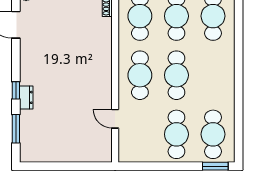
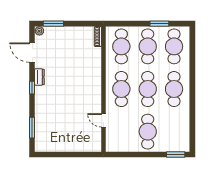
window: (16, 90) -> (32, 88), moved
dresser: (26, 97) -> (39, 77), moved
cafe table: (213, 134) -> (174, 89), moved

